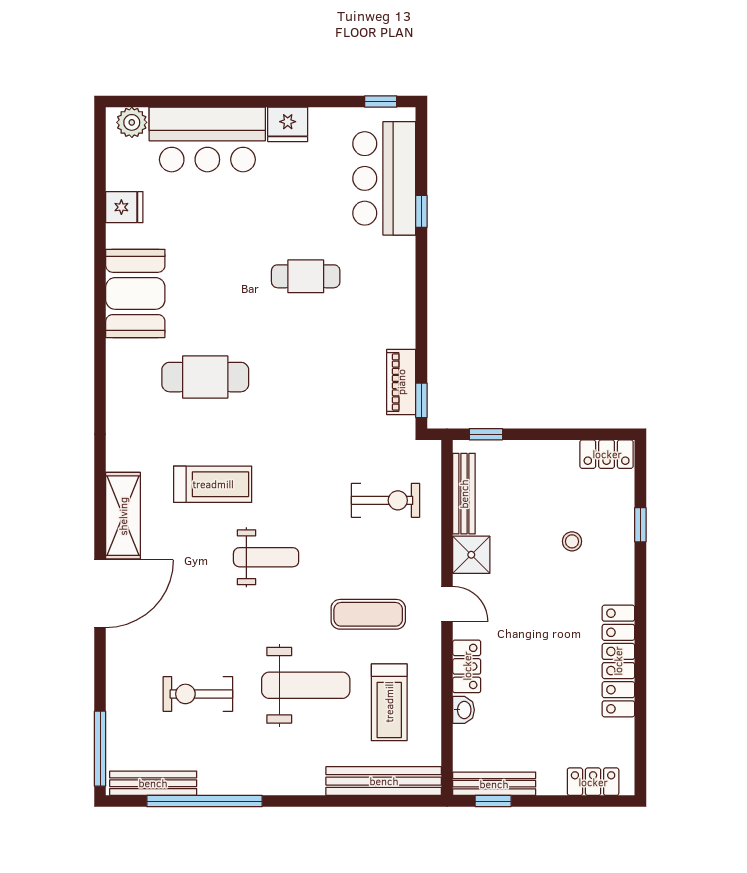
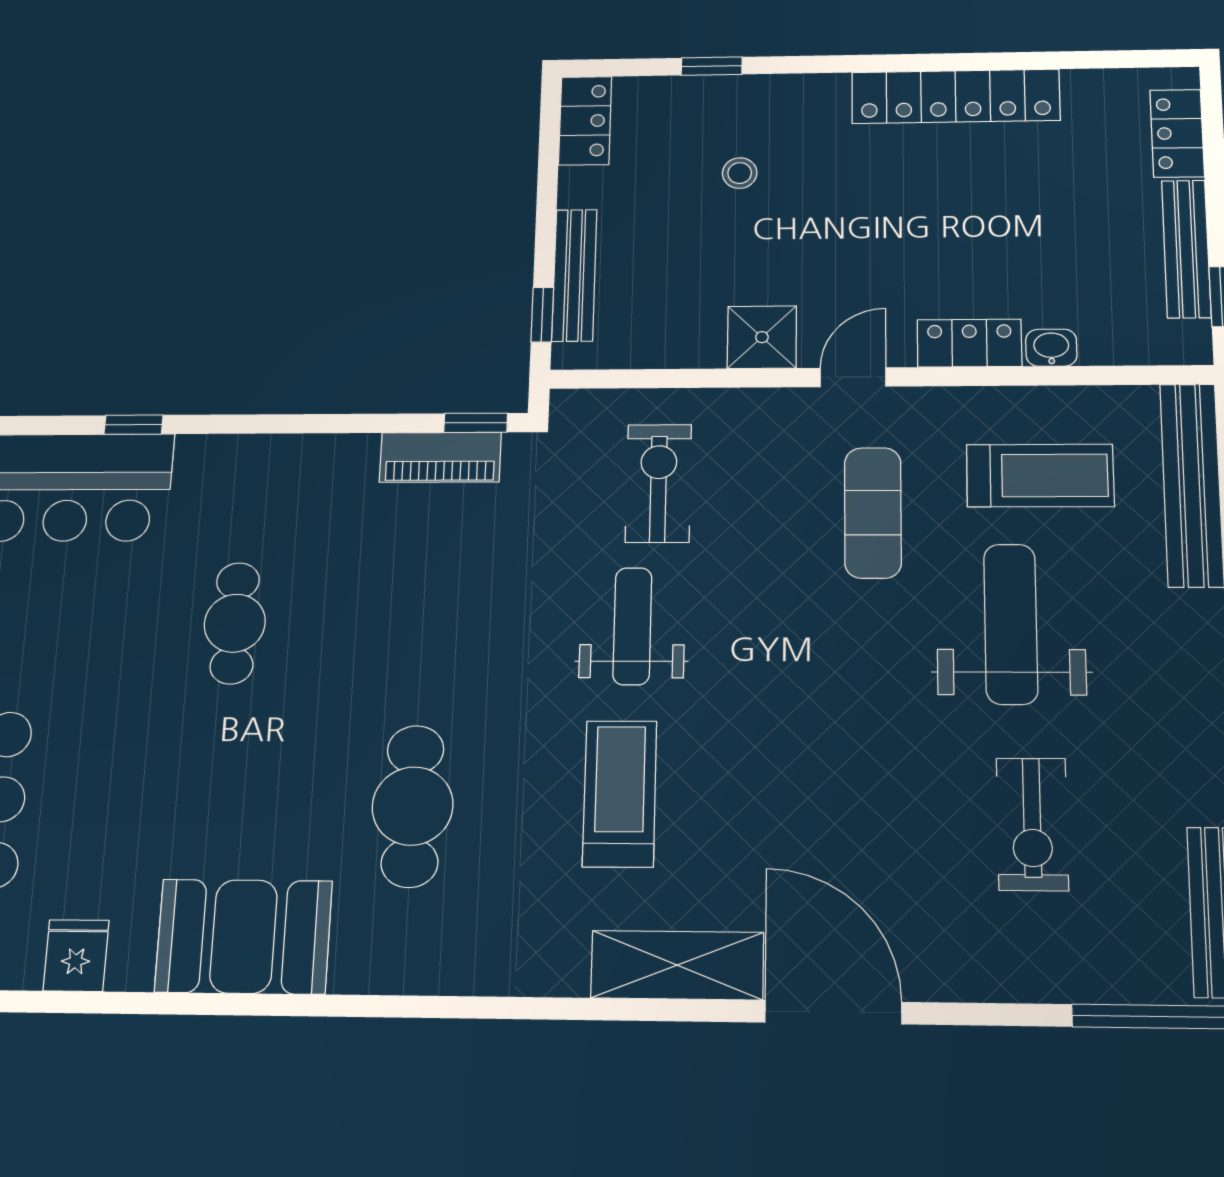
bench: (464, 494) -> (574, 275), moved, turned 90
weight bench: (266, 557) -> (632, 626), moved
bench: (494, 784) -> (1186, 249), moved

